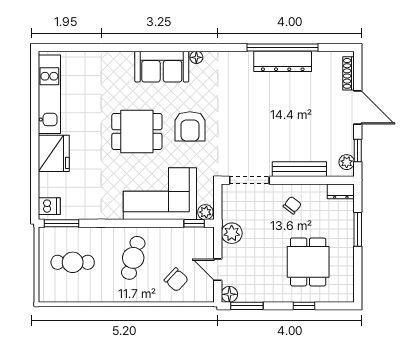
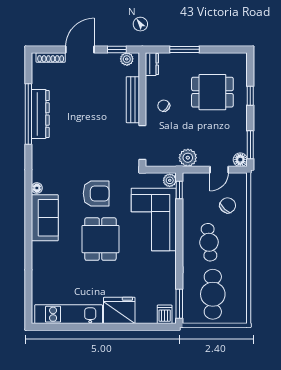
cafe table: (133, 258) -> (209, 242), turned 68
cafe table: (73, 262) -> (213, 294), width x1.37, depth x1.35

